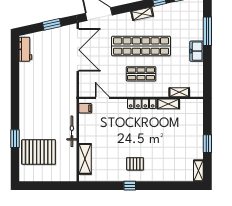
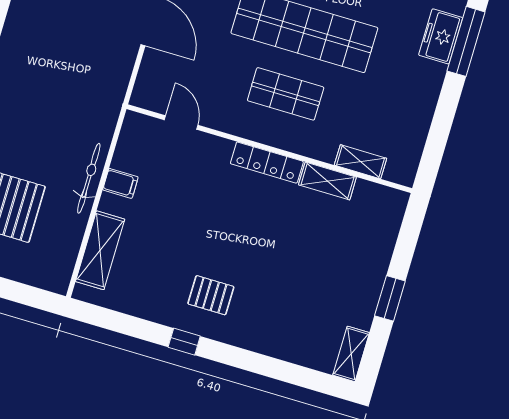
freezer: (197, 51) -> (441, 36), moved
filing cabinet: (85, 108) -> (120, 183), moved

